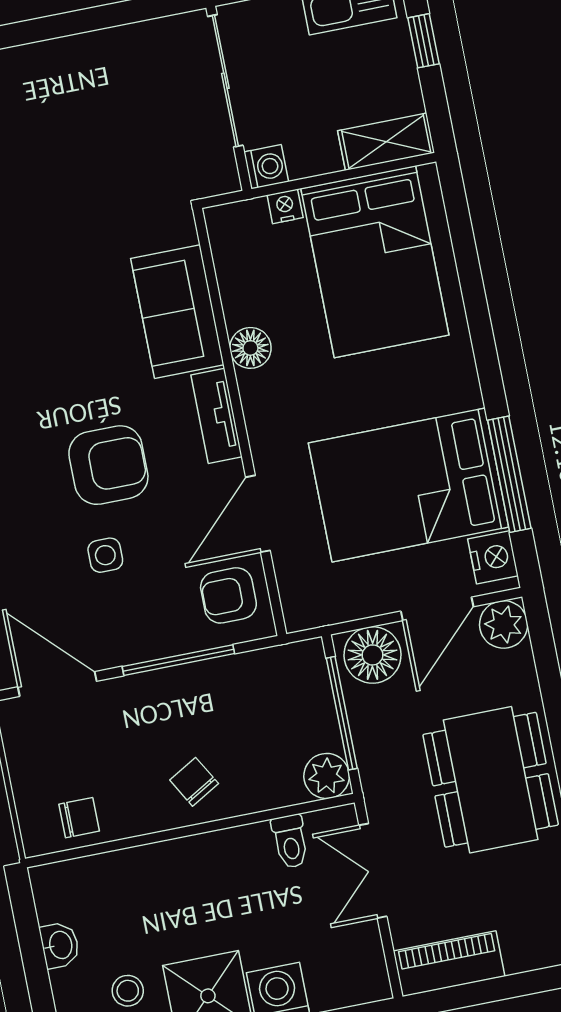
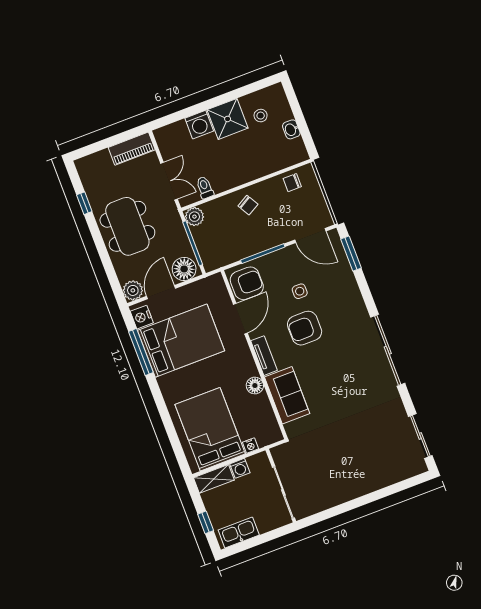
washing machine: (266, 167) -> (240, 468), moved, turned -90
armchair: (228, 595) -> (247, 283), width x1.38, depth x1.38

